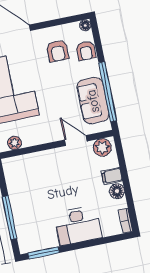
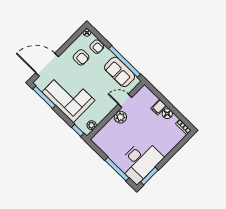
plant: (102, 147) -> (120, 117), moved
desk: (78, 225) -> (140, 161), moved, width x1.36, depth x1.30

